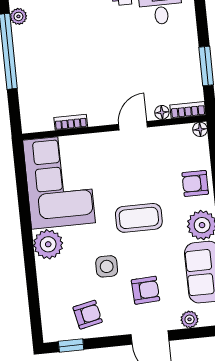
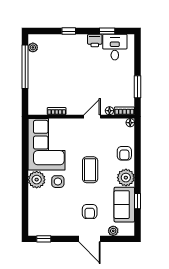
armchair: (195, 183) -> (124, 153), turned -90
coffee table: (139, 218) -> (90, 170), turned 90
side table: (107, 266) -> (58, 182), moved
armchair: (145, 290) -> (90, 212), turned 93
armchair: (88, 315) -> (55, 222), removed

